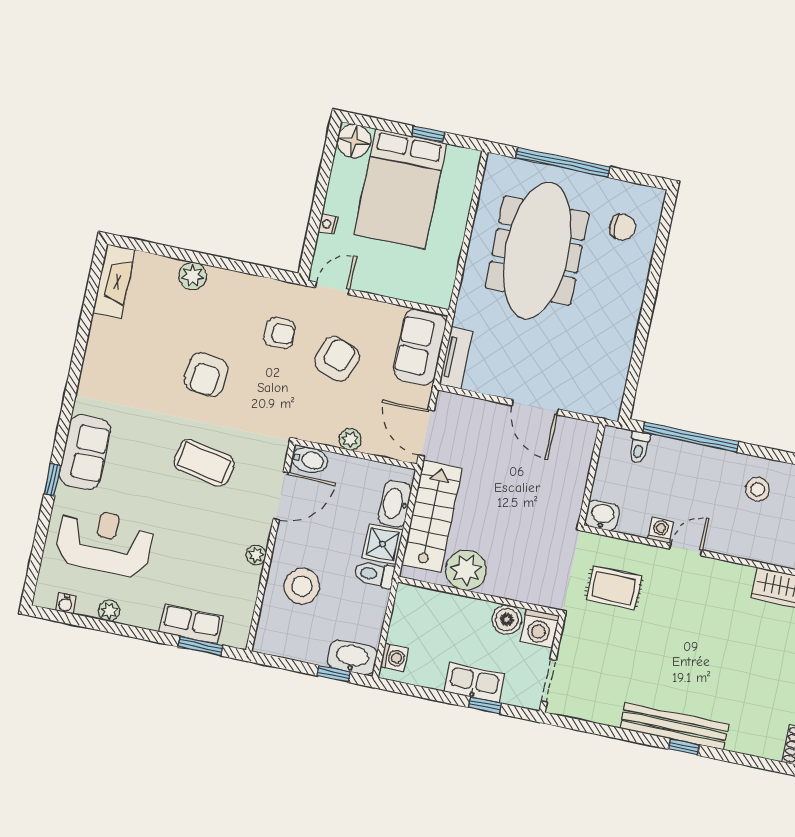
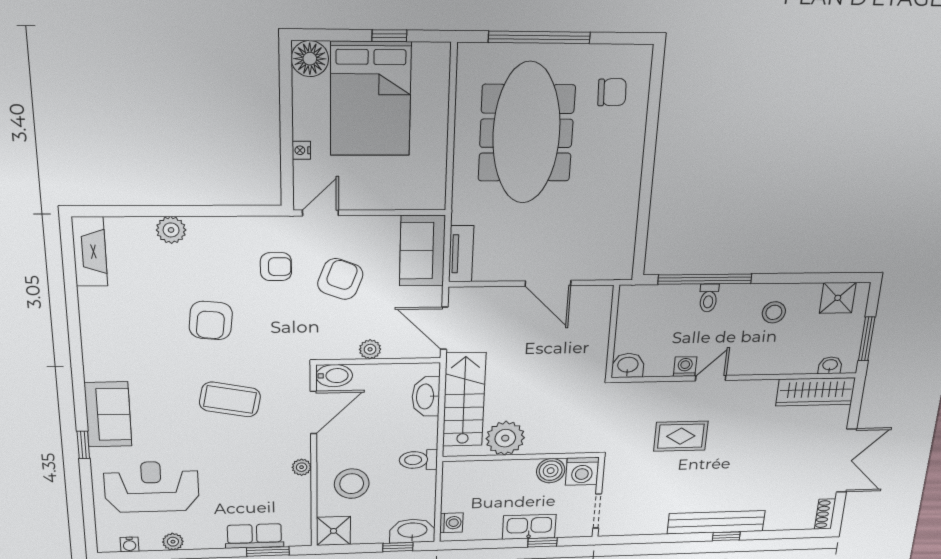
toilet: (639, 447) -> (709, 298), moved
shower: (382, 544) -> (334, 531), moved
rug: (614, 588) -> (681, 436), moved

